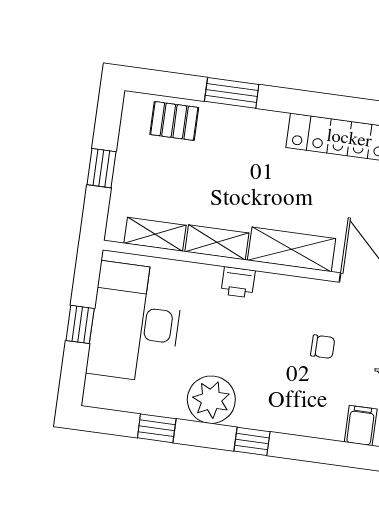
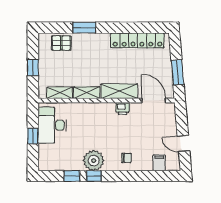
printer: (238, 282) -> (123, 109), moved
desk: (135, 322) -> (52, 125), width x0.73, depth x0.77
chair: (323, 347) -> (126, 158), moved
window: (252, 441) -> (94, 176), moved

